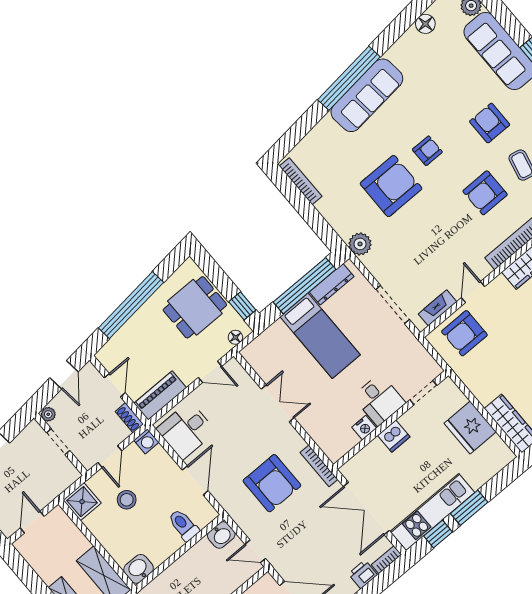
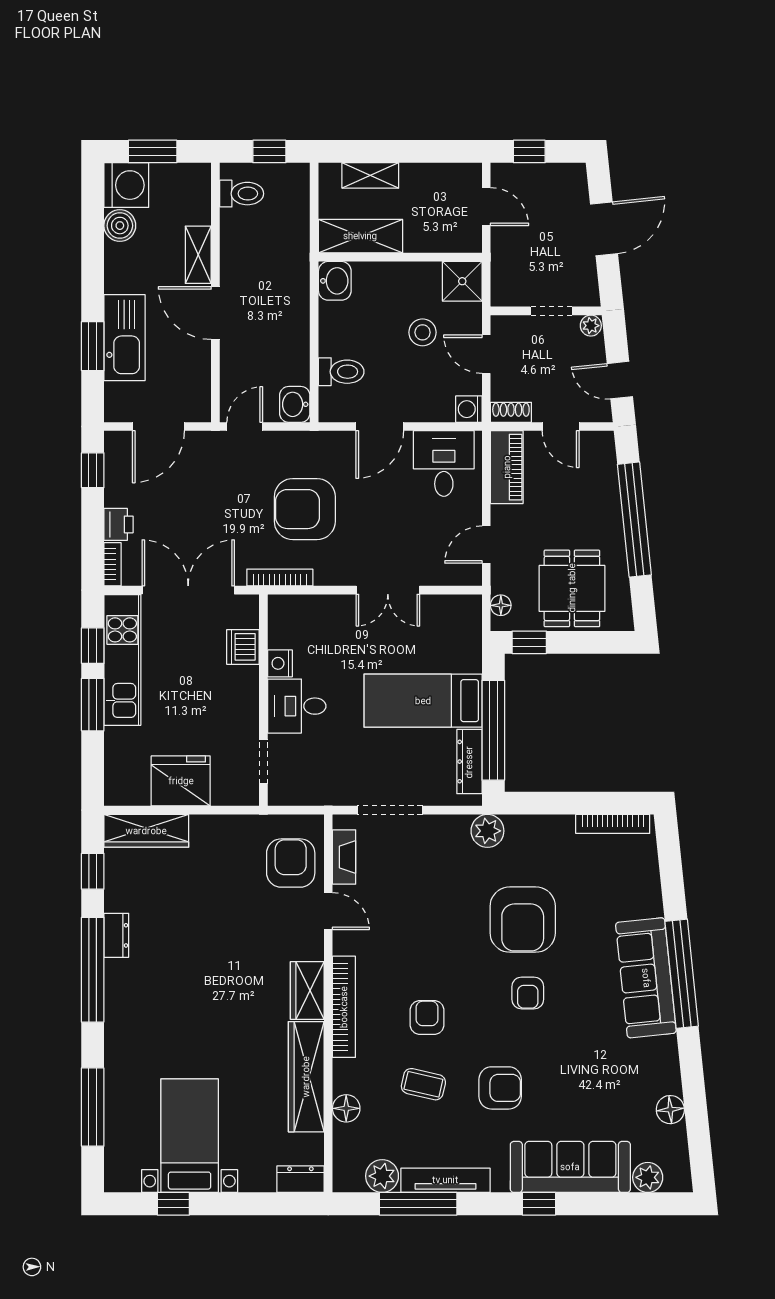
armchair: (485, 193) -> (427, 1018), width x0.72, depth x0.72
dishwasher: (394, 436) -> (243, 647), moved
door: (195, 480) -> (380, 426), hinge flipped

